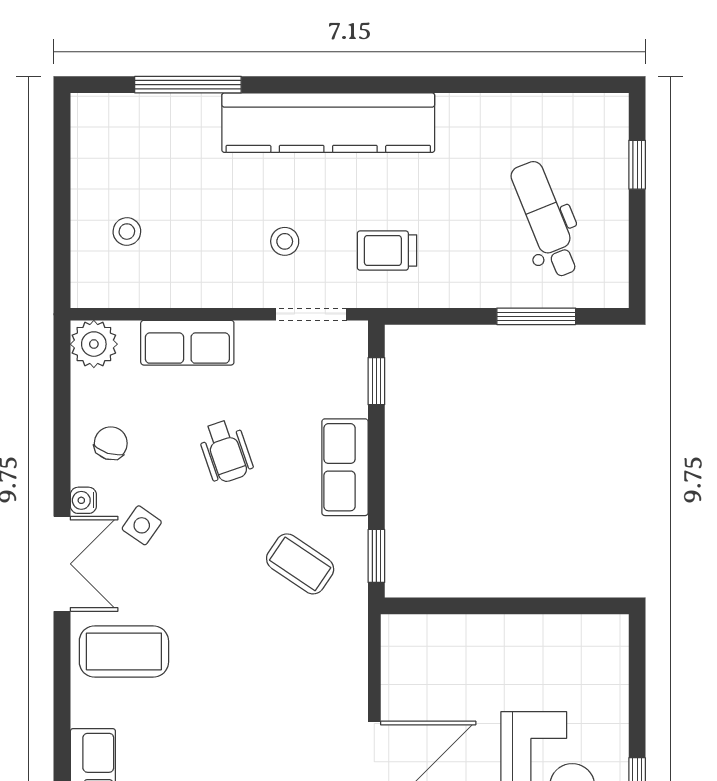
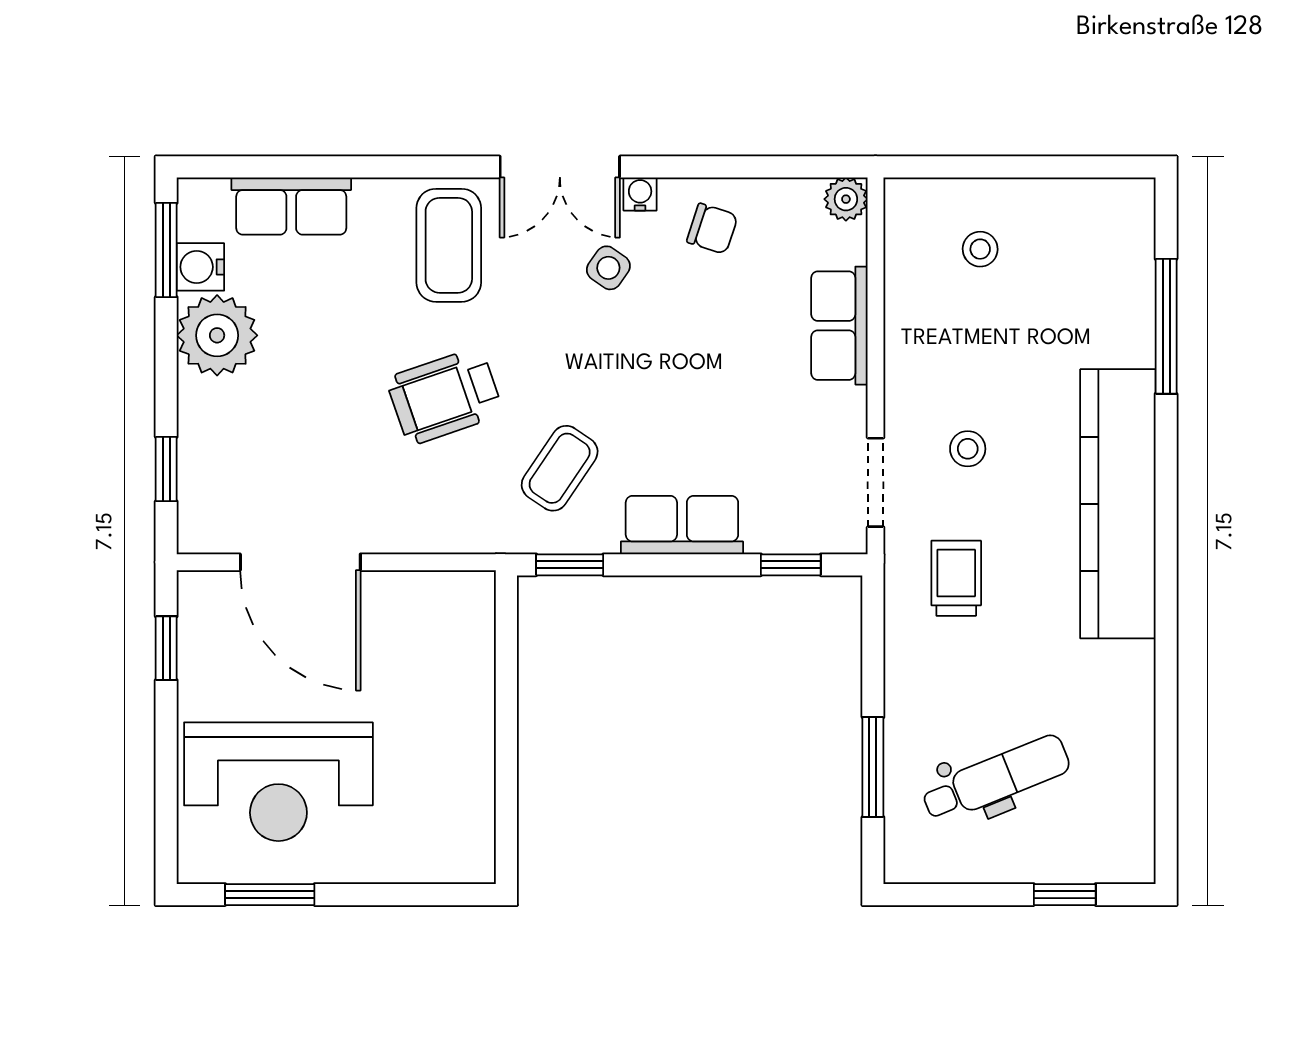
plant: (94, 344) -> (846, 199), width x0.73, depth x0.73
wheelchair: (226, 451) -> (445, 396), moved, width x1.36, depth x1.37

